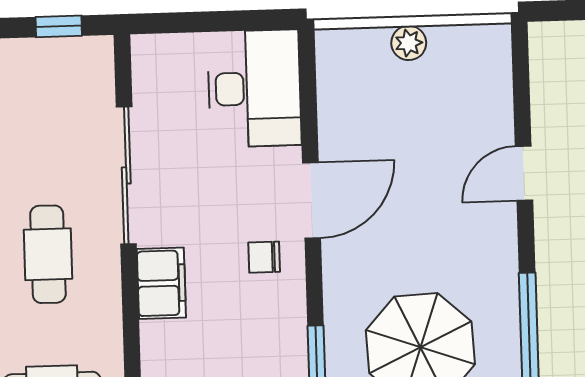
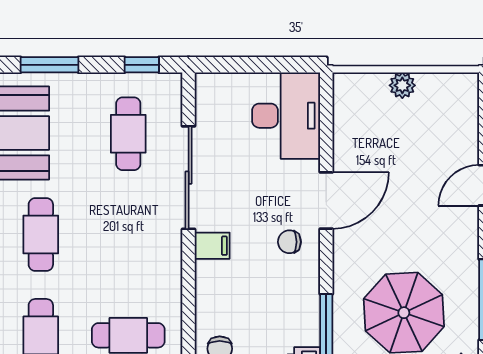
cafe table: (48, 254) -> (128, 134), moved
filing cabinet: (161, 283) -> (212, 246), width x0.50

